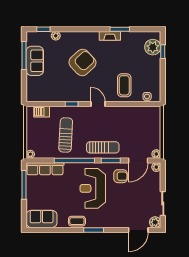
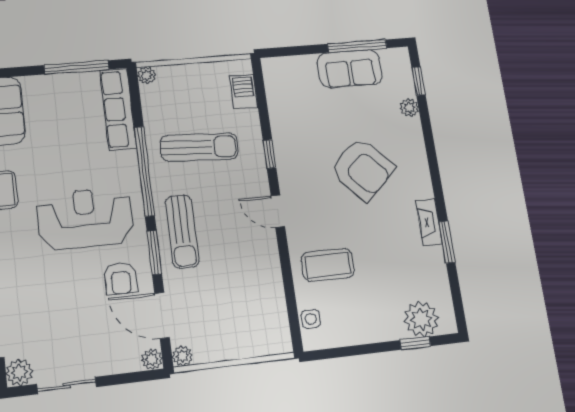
door: (98, 104) -> (278, 211), swing flipped

